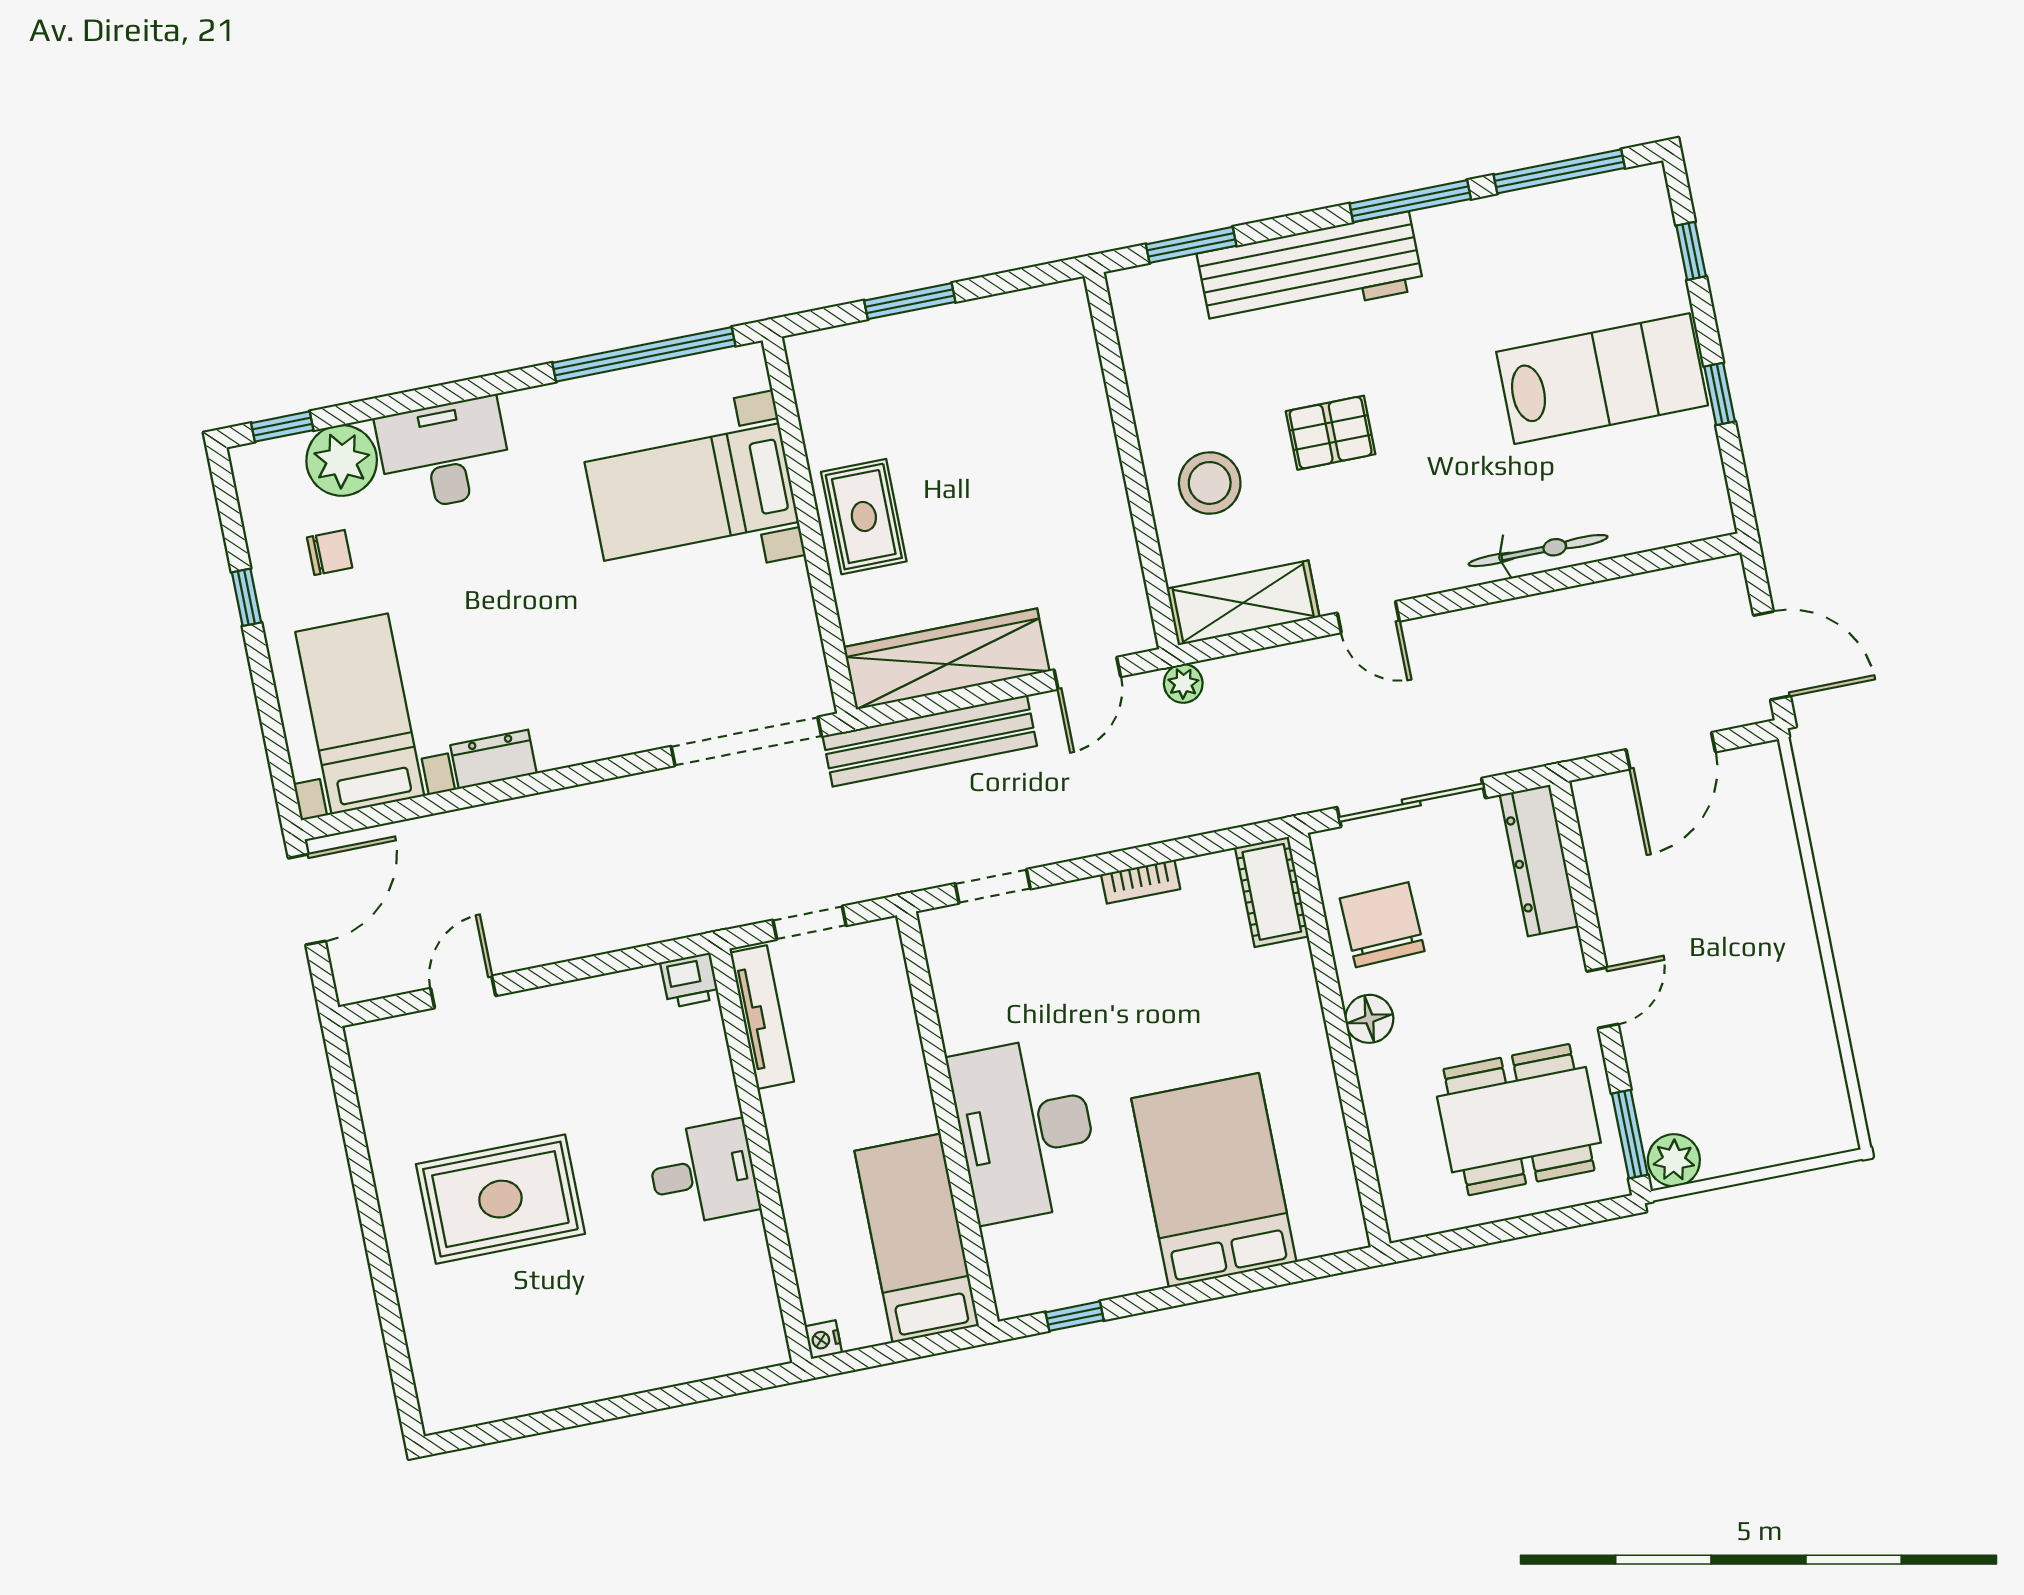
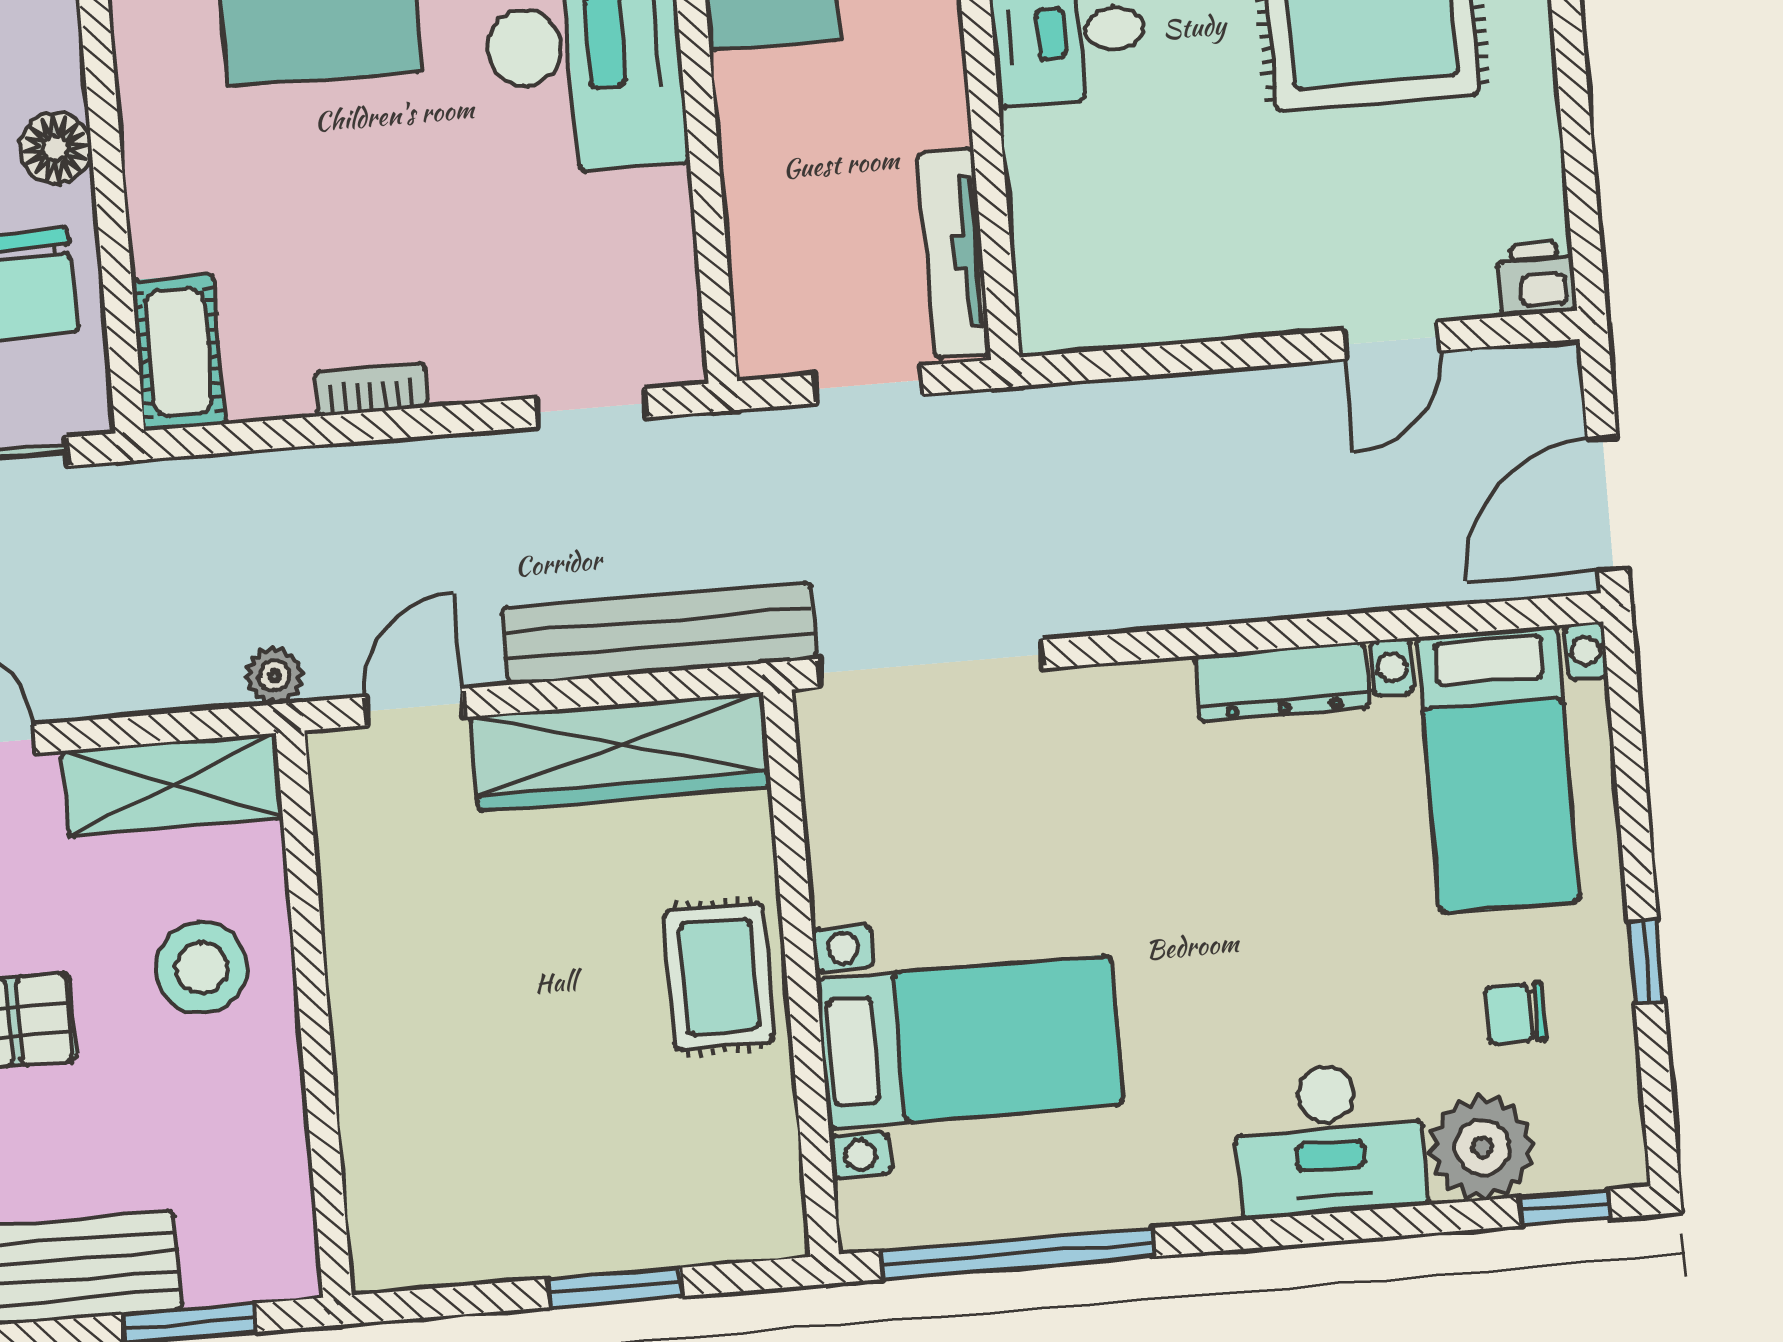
dresser: (494, 759) -> (1282, 682), width x1.44
printer: (690, 980) -> (1536, 279), moved

